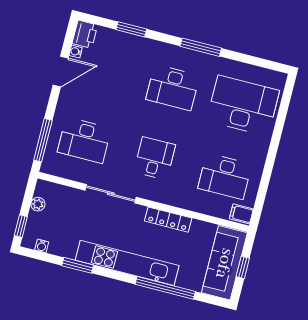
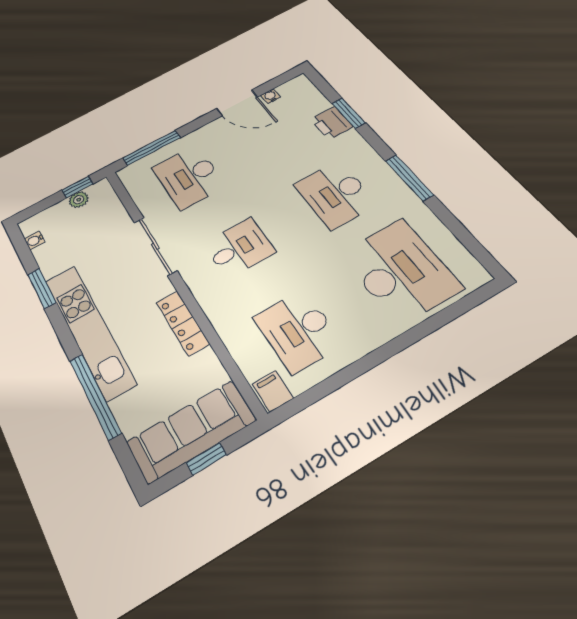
printer: (85, 34) -> (332, 123), moved, turned 90
window: (21, 226) -> (77, 187), moved

